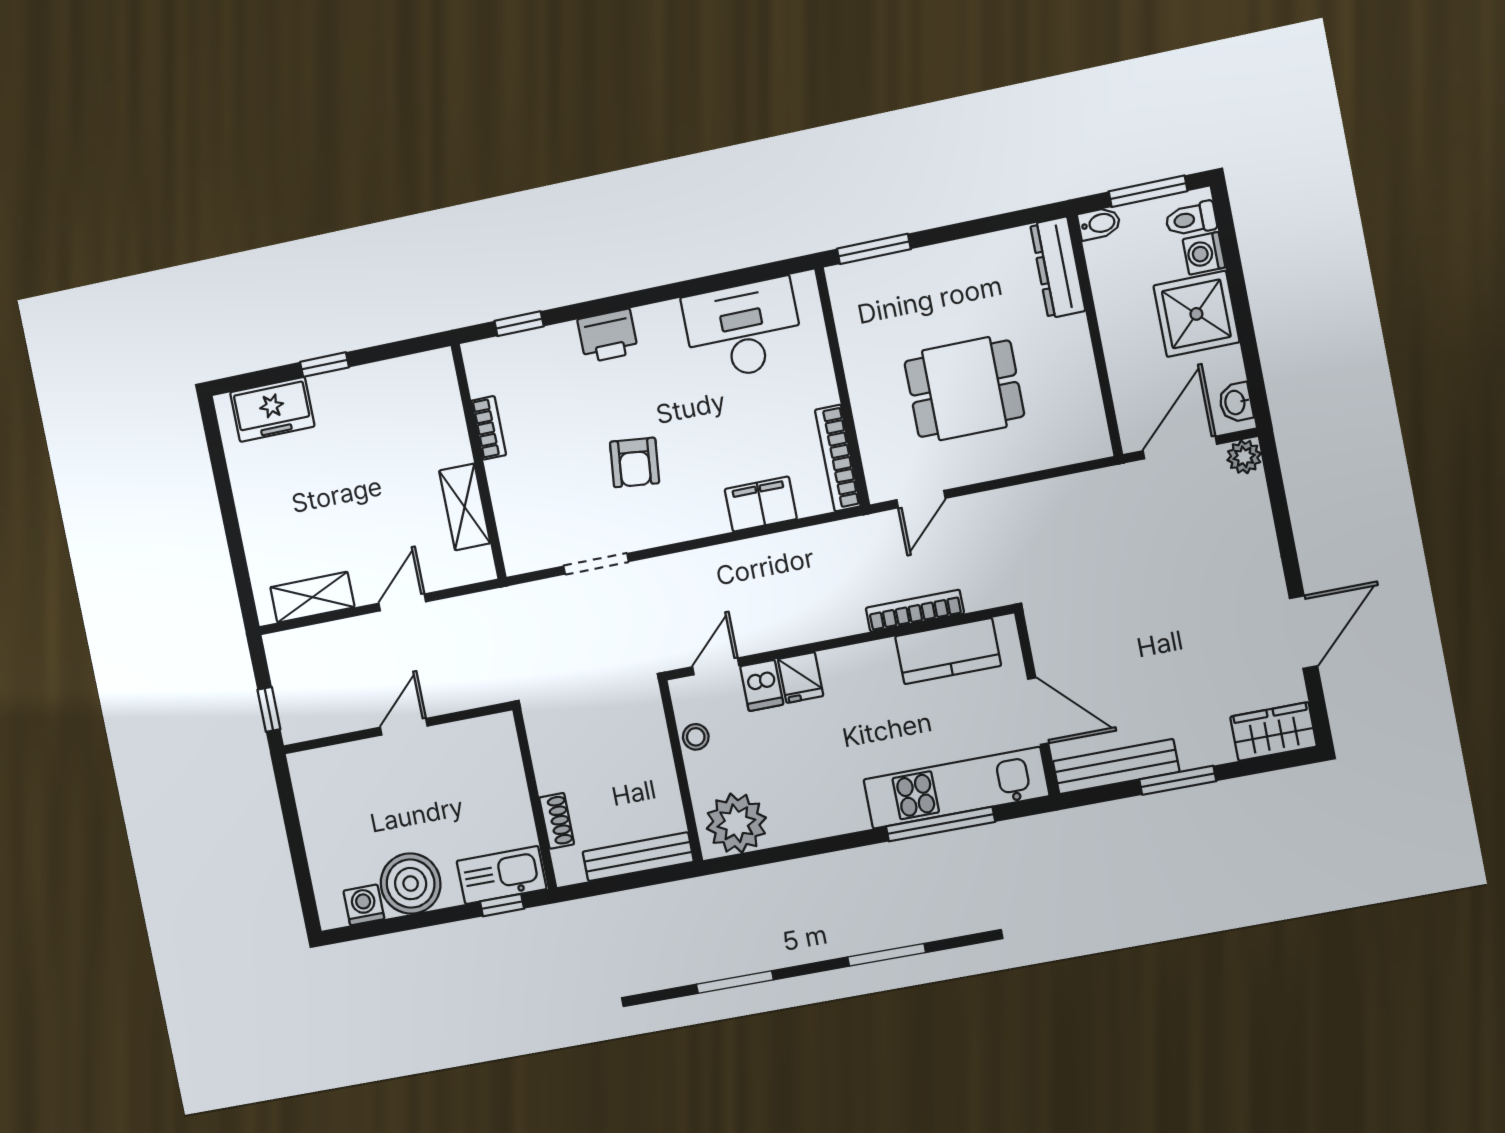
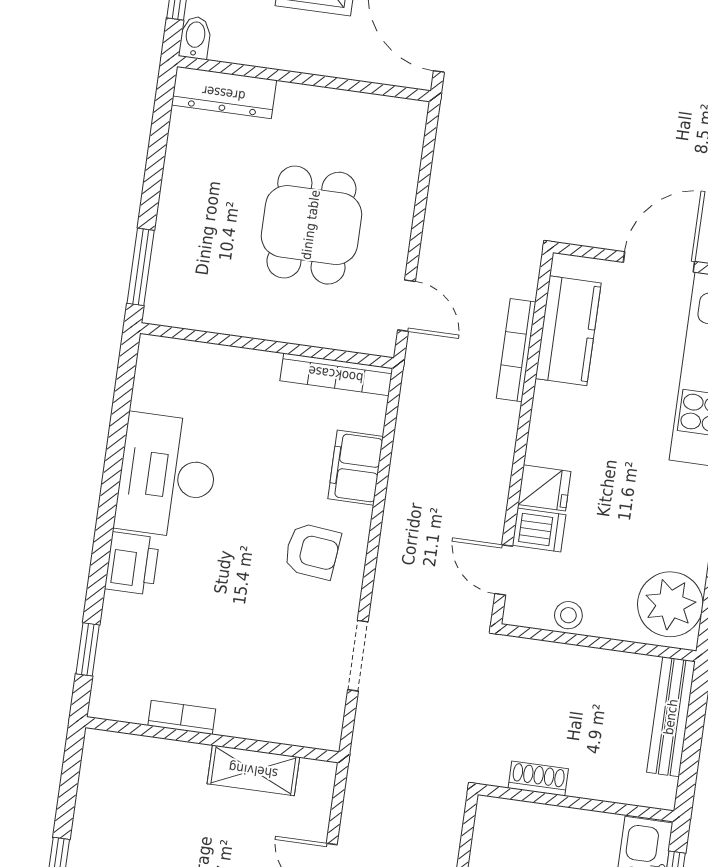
desk: (743, 329) -> (167, 476), moved
armchair: (635, 462) -> (312, 551), moved
shoe rack: (557, 821) -> (538, 779), moved

